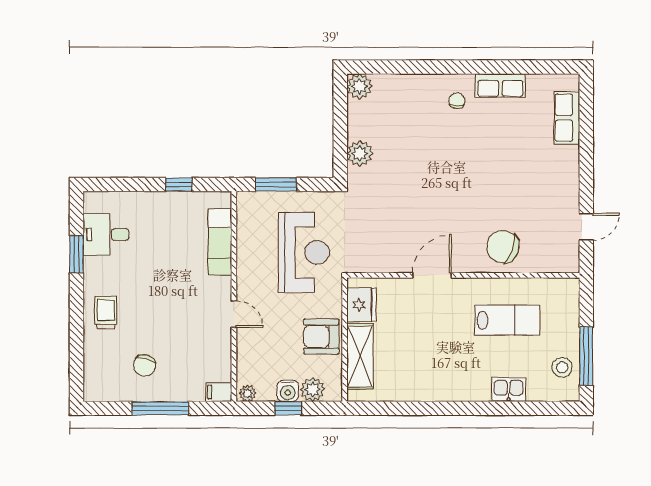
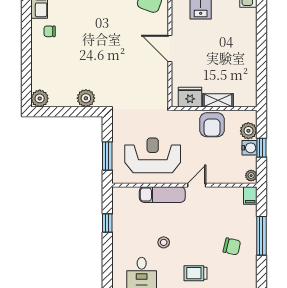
exam couch: (220, 242) -> (162, 195), moved
reception desk: (304, 252) -> (153, 155), moved
stool: (151, 266) -> (164, 242), added
shelving: (360, 356) -> (218, 100), width x0.67, depth x0.75

